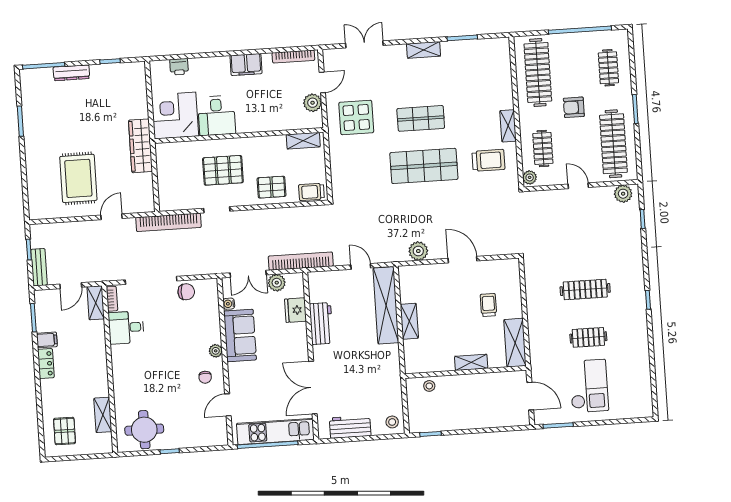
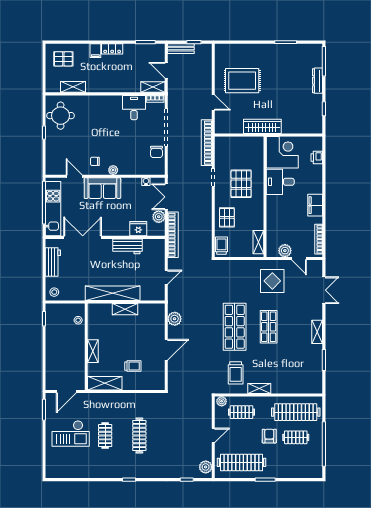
clothes rail: (608, 68) -> (296, 437), moved
shelving: (386, 305) -> (113, 293), moved
sofa: (240, 335) -> (102, 188), moved
filing cabinet: (47, 340) -> (95, 51), moved

